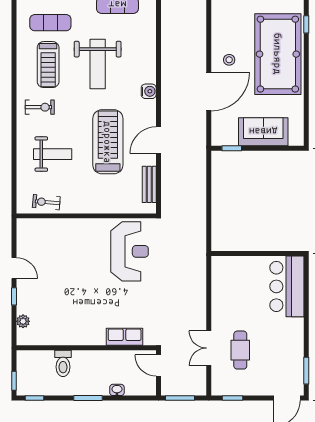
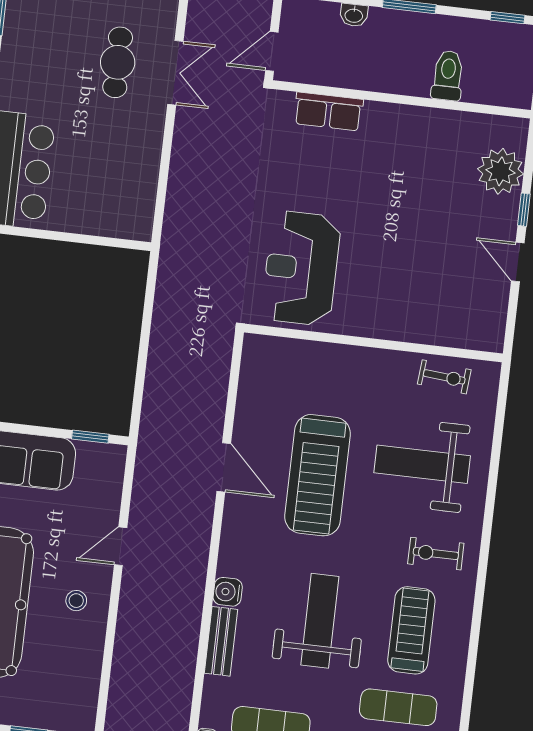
water cooler: (149, 91) -> (228, 592), moved
door: (209, 92) -> (121, 546), width x0.53
door: (159, 140) -> (224, 467), hinge flipped
weight bench: (53, 154) -> (422, 464), width x1.36, depth x1.33
bench: (149, 184) -> (221, 641), moved
plant: (23, 321) -> (500, 171), width x1.88, depth x1.88
door: (159, 366) -> (272, 51), swing flipped

